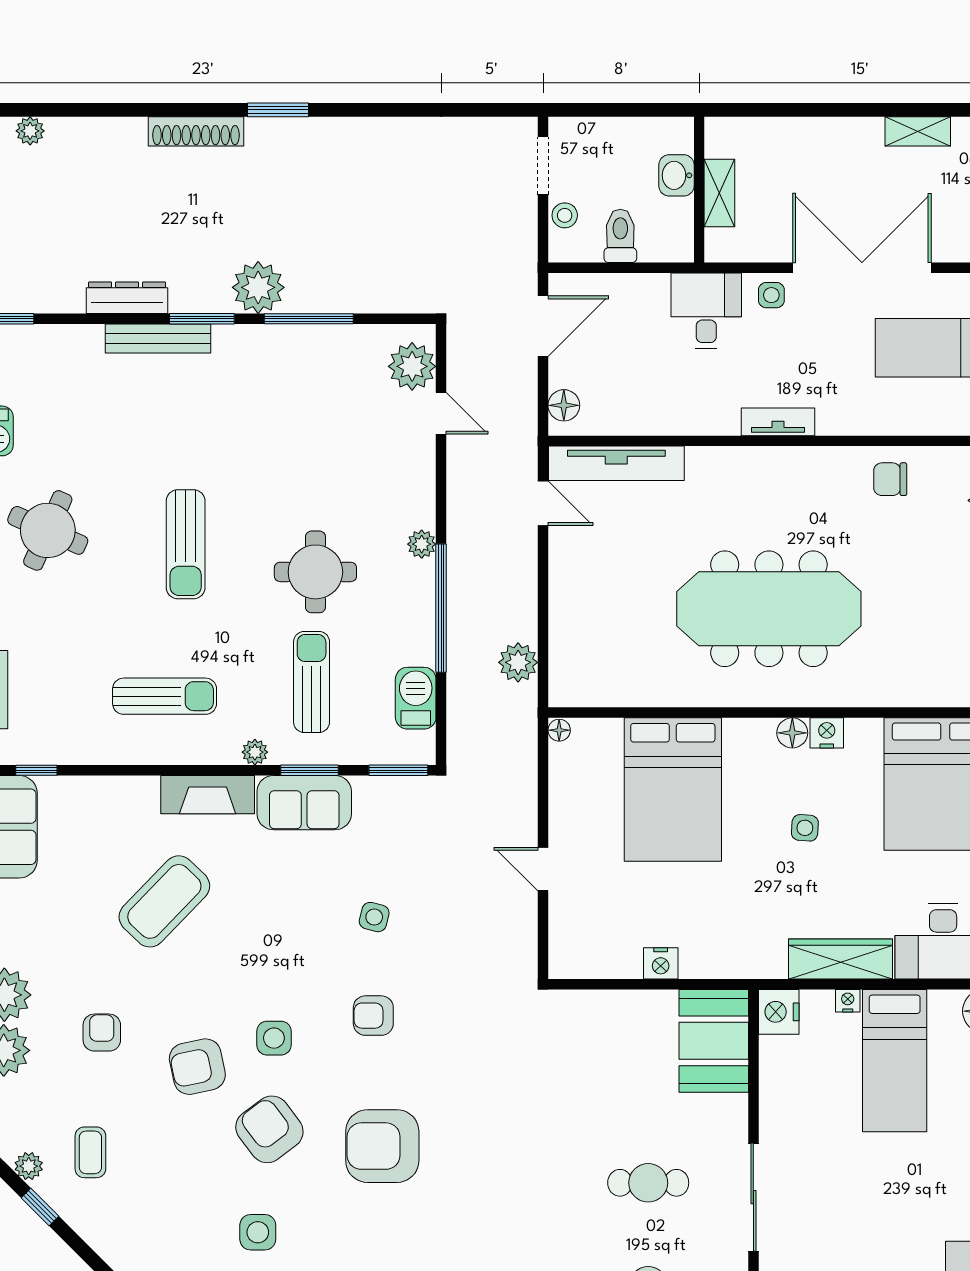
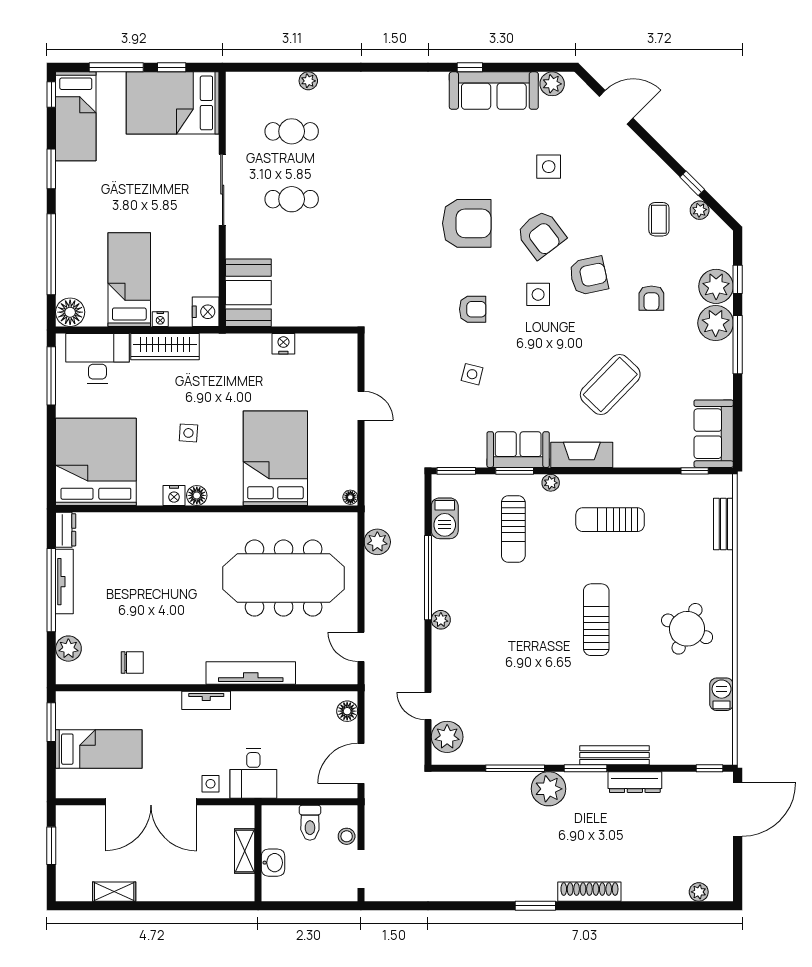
tv unit: (616, 463) -> (251, 673), moved
round table: (315, 572) -> (511, 601), removed
meeting table: (769, 609) -> (284, 578), moved

